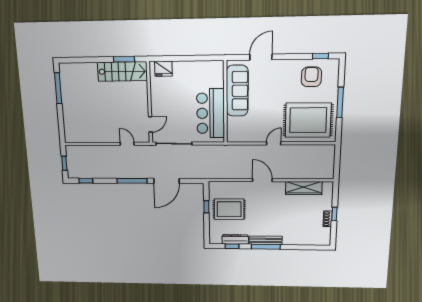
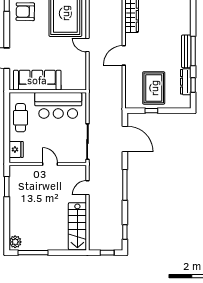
plant: (68, 69) -> (15, 242), added
stairs: (122, 71) -> (77, 226), moved, turned 180
cafe table: (197, 73) -> (21, 118), added
door: (150, 124) -> (50, 164), moved
door: (166, 181) -> (125, 139), moved

